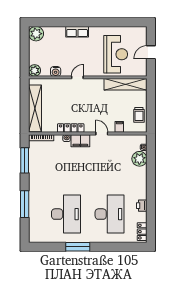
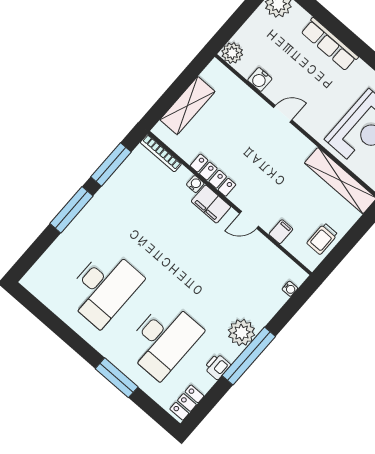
row of seats: (77, 32) -> (330, 44), width x1.48
shelving: (35, 108) -> (188, 106), width x0.68
door: (102, 133) -> (249, 220), swing flipped
plant: (139, 159) -> (242, 332), moved
window: (151, 190) -> (249, 356), added
window: (25, 204) -> (72, 210), moved
window: (78, 247) -> (117, 378), moved

